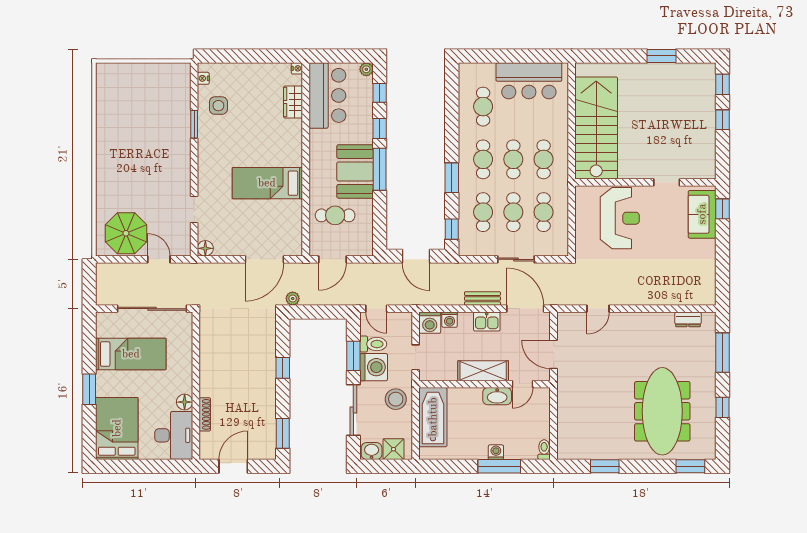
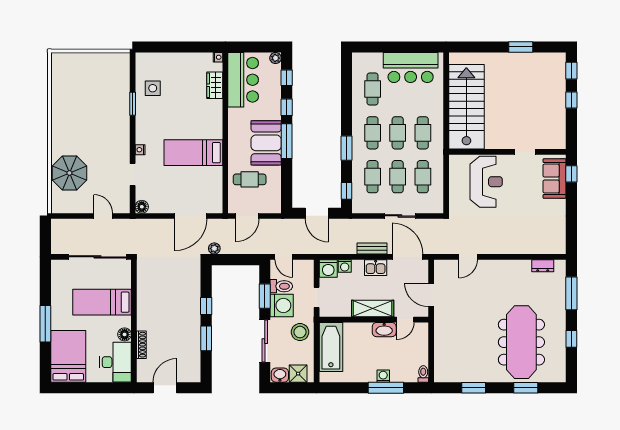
nightstand: (203, 78) -> (140, 150), moved
parasol: (126, 233) -> (69, 173), moved
bed: (131, 354) -> (102, 302), moved, turned 180
window: (89, 389) -> (45, 324), width x1.44
window: (283, 433) -> (206, 338), moved
window: (690, 466) -> (526, 388), moved

